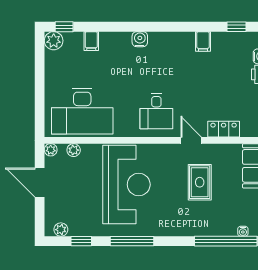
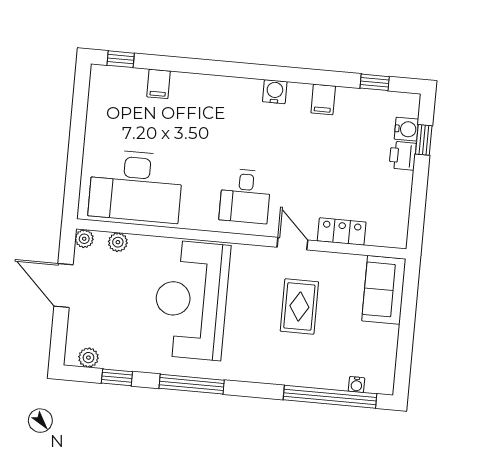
water cooler: (140, 39) -> (275, 92), moved
plant: (54, 41) -> (103, 78), removed
reception desk: (126, 185) -> (191, 300), turned 180

